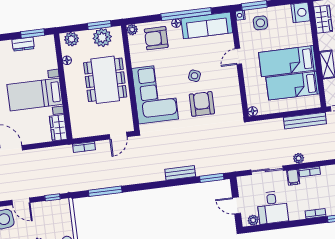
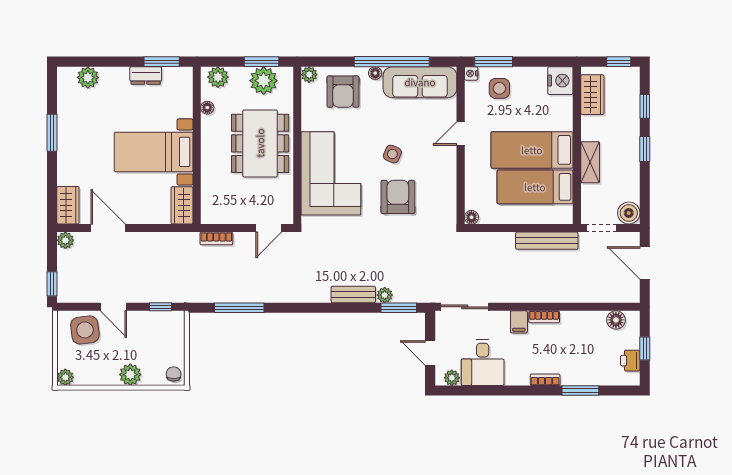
armchair: (156, 38) -> (343, 92), turned -90
plant: (299, 158) -> (385, 295), moved
sliding door: (267, 170) -> (465, 307), moved

